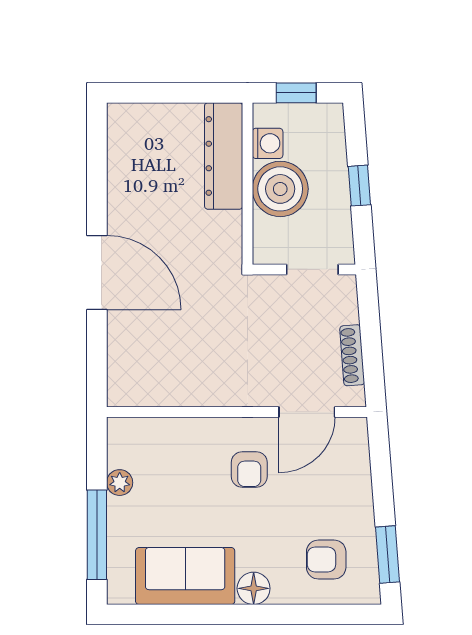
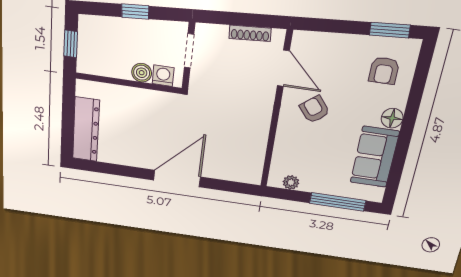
washing machine: (268, 143) -> (163, 76), moved
dresser: (224, 156) -> (86, 129), moved, turned -90
boiler: (280, 189) -> (142, 73), width x0.54, depth x0.54
armchair: (249, 469) -> (315, 109), turned -129
plant: (120, 483) -> (291, 182), moved

